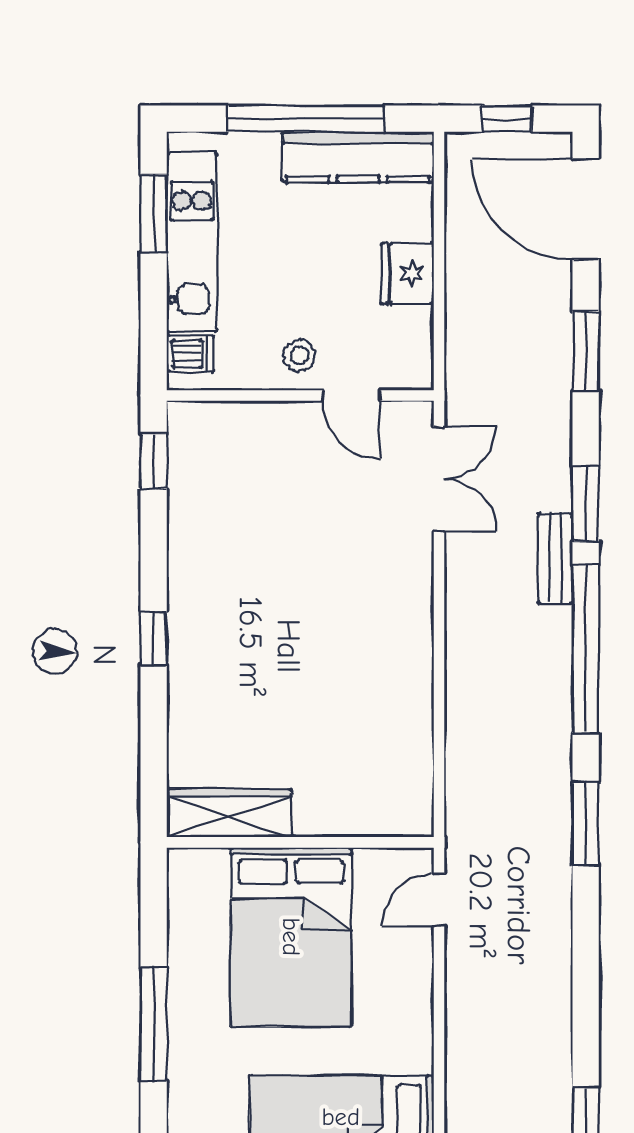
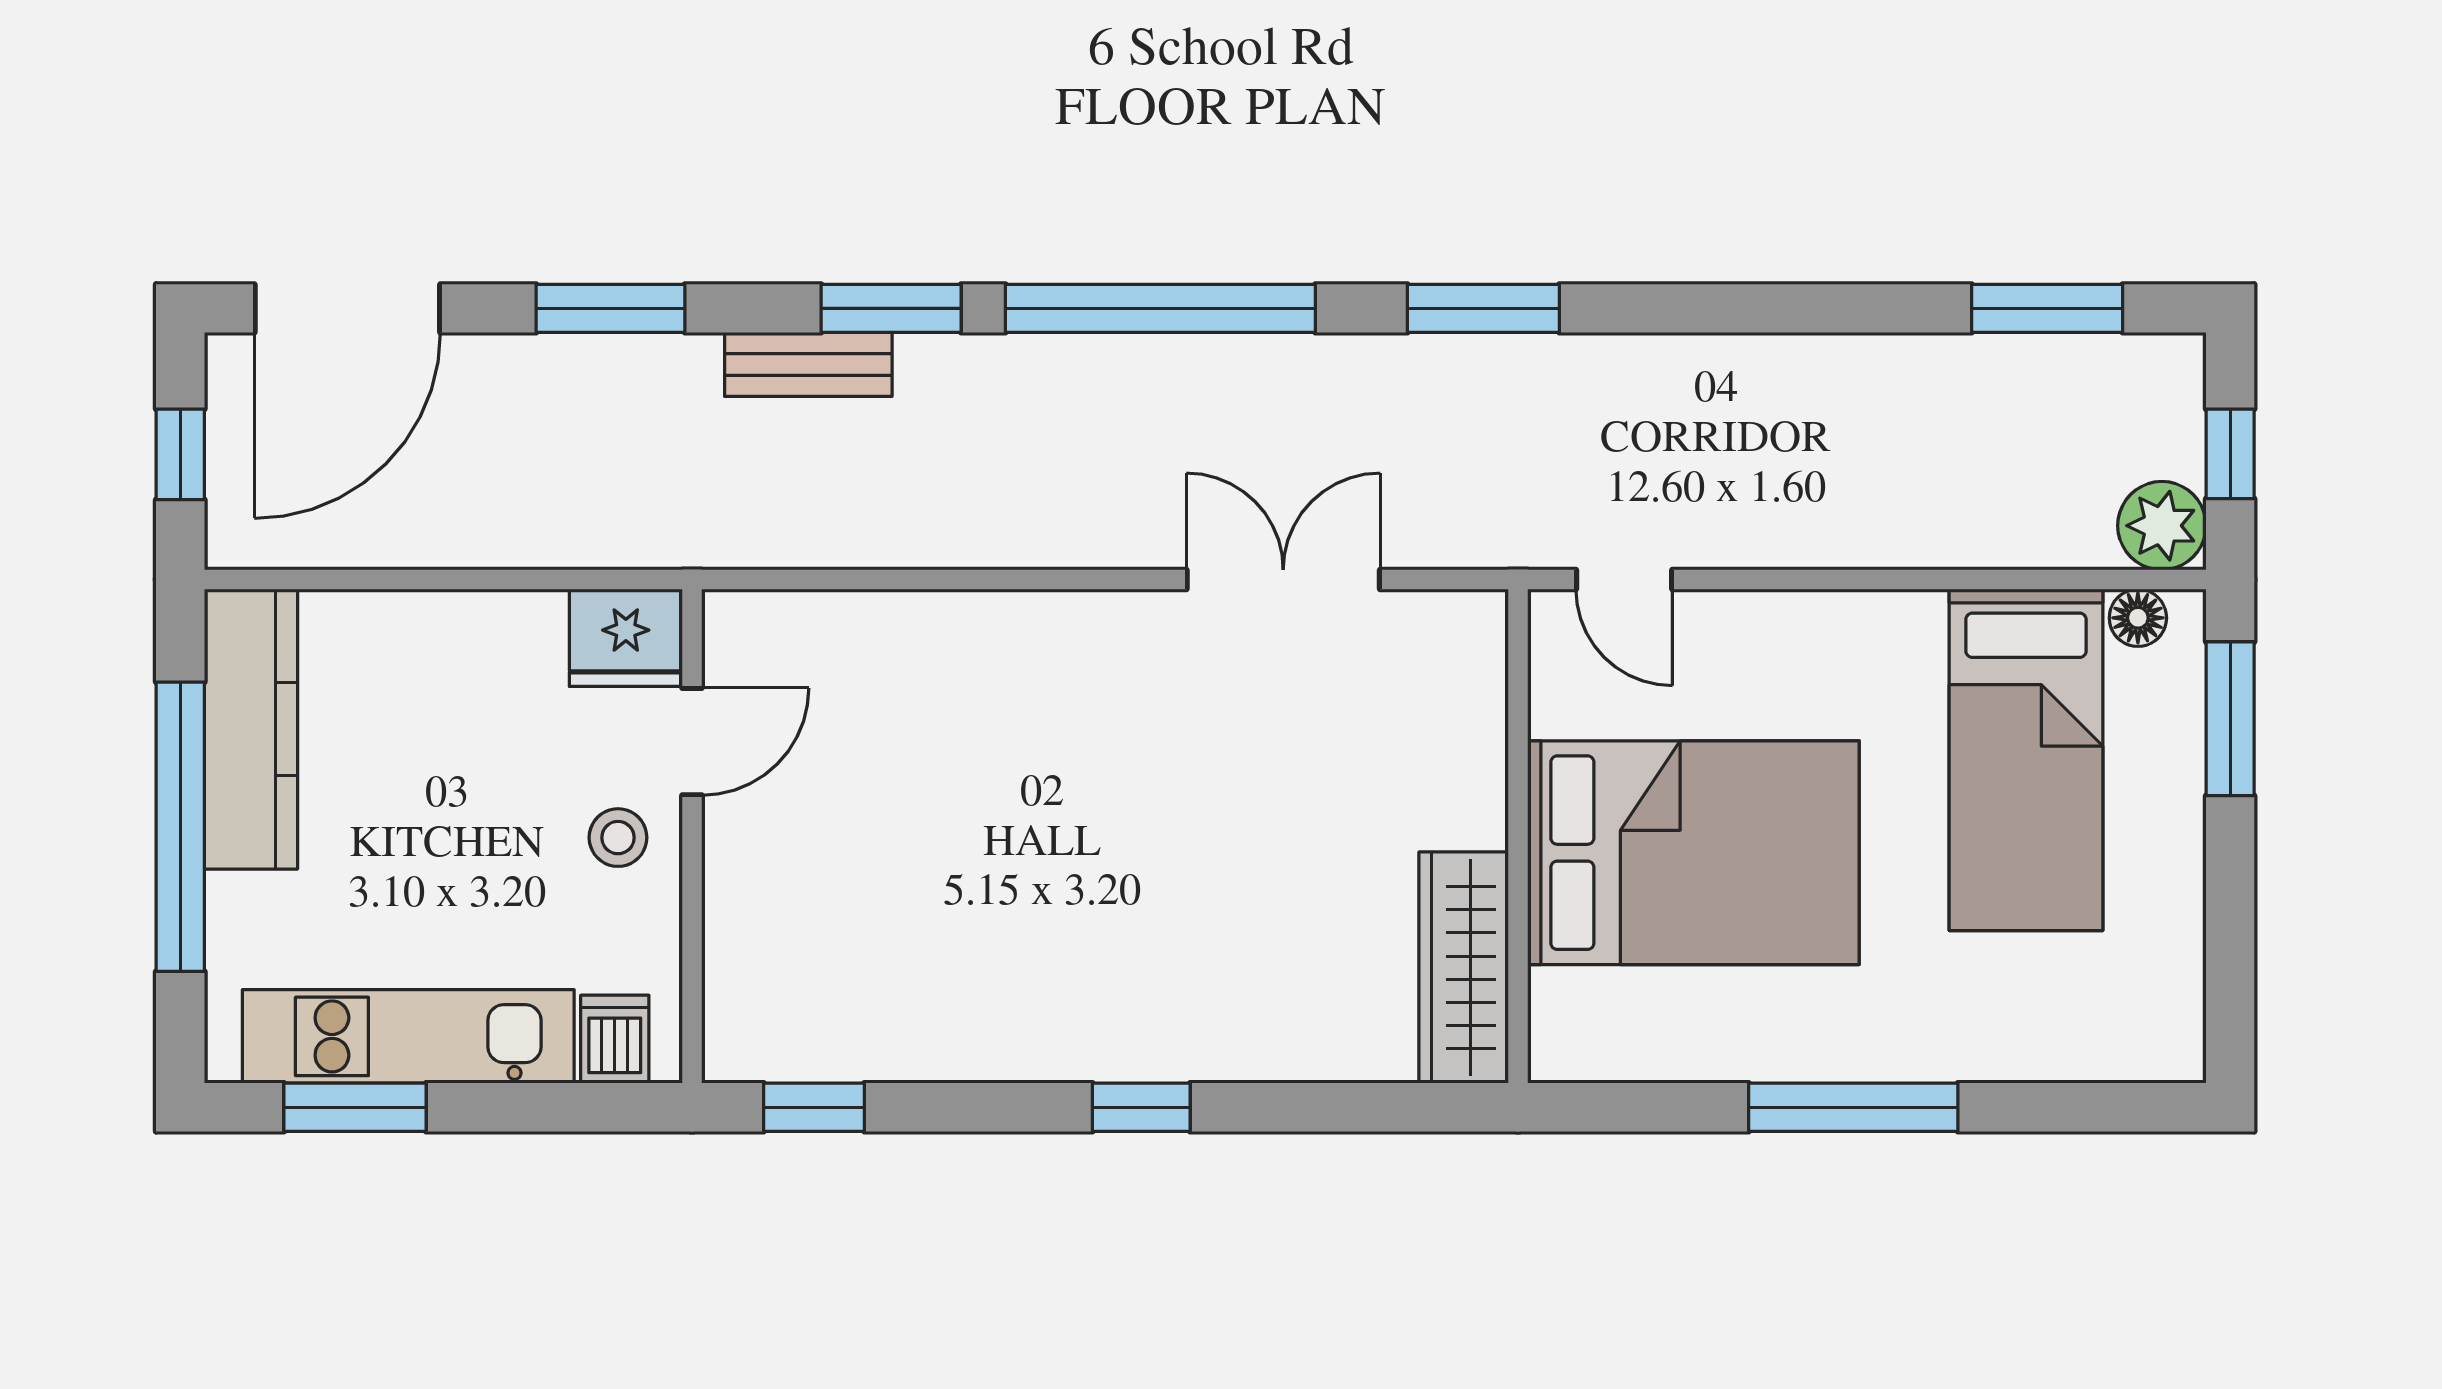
fridge: (408, 274) -> (626, 638), moved
double door: (439, 479) -> (1283, 580), moved
bench: (555, 559) -> (808, 364), moved

